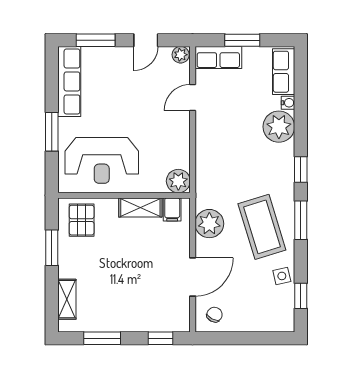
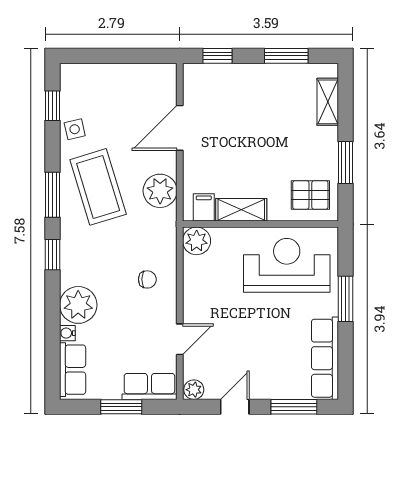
pallet: (82, 220) -> (310, 195), turned 90
chair: (214, 315) -> (147, 279), moved, turned -118

